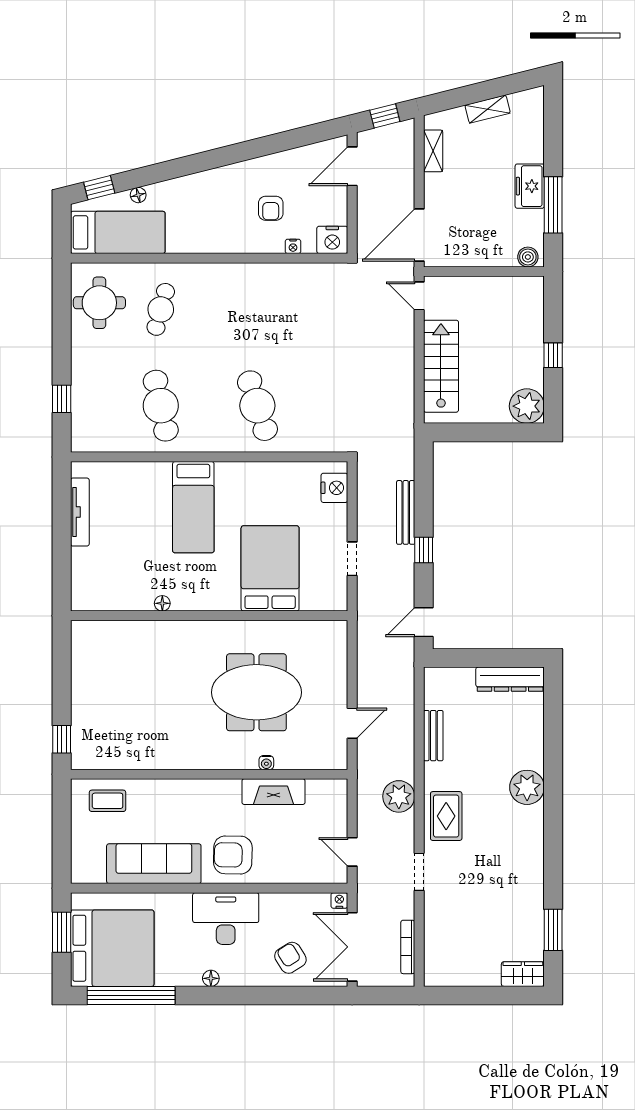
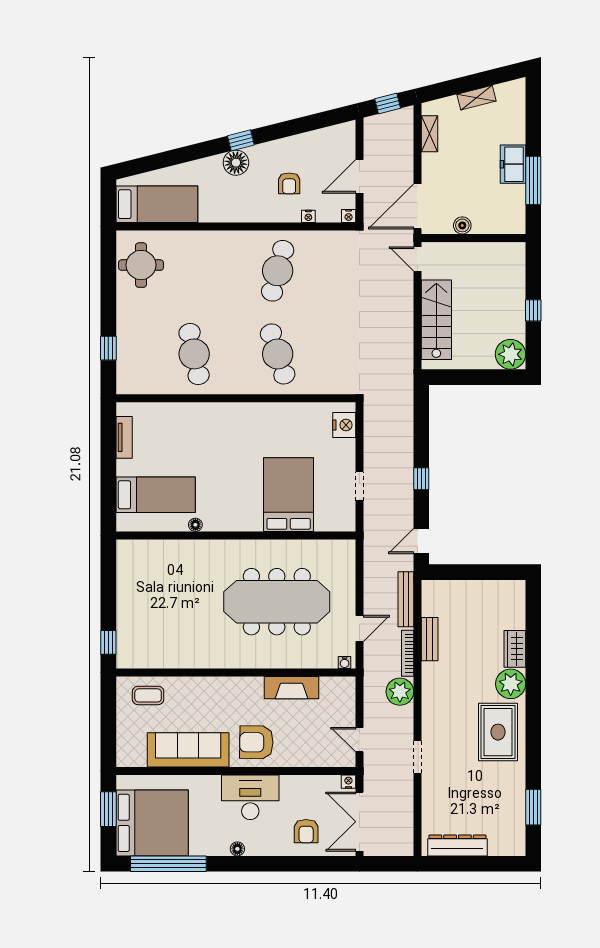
door: (352, 166) -> (359, 176), moved
window: (99, 188) -> (241, 140), moved
floor lamp: (138, 195) -> (236, 163), moved, width x1.89, depth x1.89
nightstand: (332, 240) -> (349, 216), width x0.53, depth x0.56
boiler: (528, 257) -> (462, 225), moved
cafe table: (161, 309) -> (278, 271), moved, width x1.37, depth x1.35
bed: (193, 507) -> (156, 495), moved, turned -90
tv unit: (80, 512) -> (124, 437), width x0.71
bench: (406, 512) -> (406, 599), moved
dresser: (510, 679) -> (457, 845), moved, turned 180
meeting table: (256, 692) -> (277, 602), width x1.36
water cooler: (266, 763) -> (345, 662), moved
rug: (446, 816) -> (498, 732), moved, width x1.36, depth x1.43
bookcase: (408, 947) -> (408, 653), moved
armchair: (290, 958) -> (306, 831), turned -148
wardrobe: (523, 974) -> (515, 649), moved, turned -90

